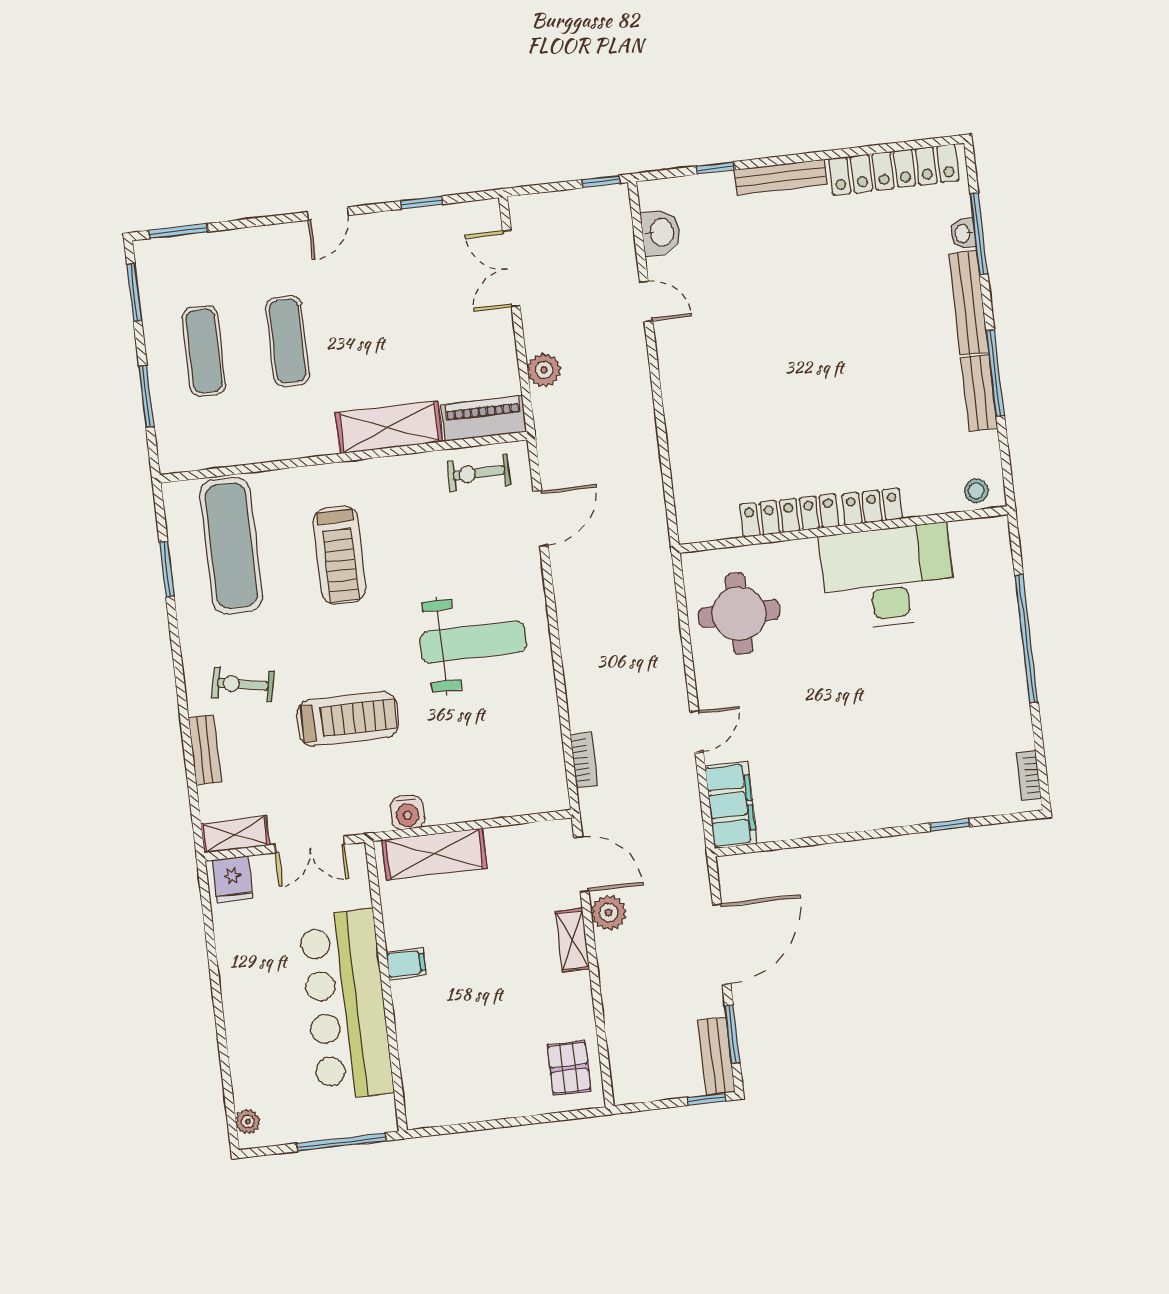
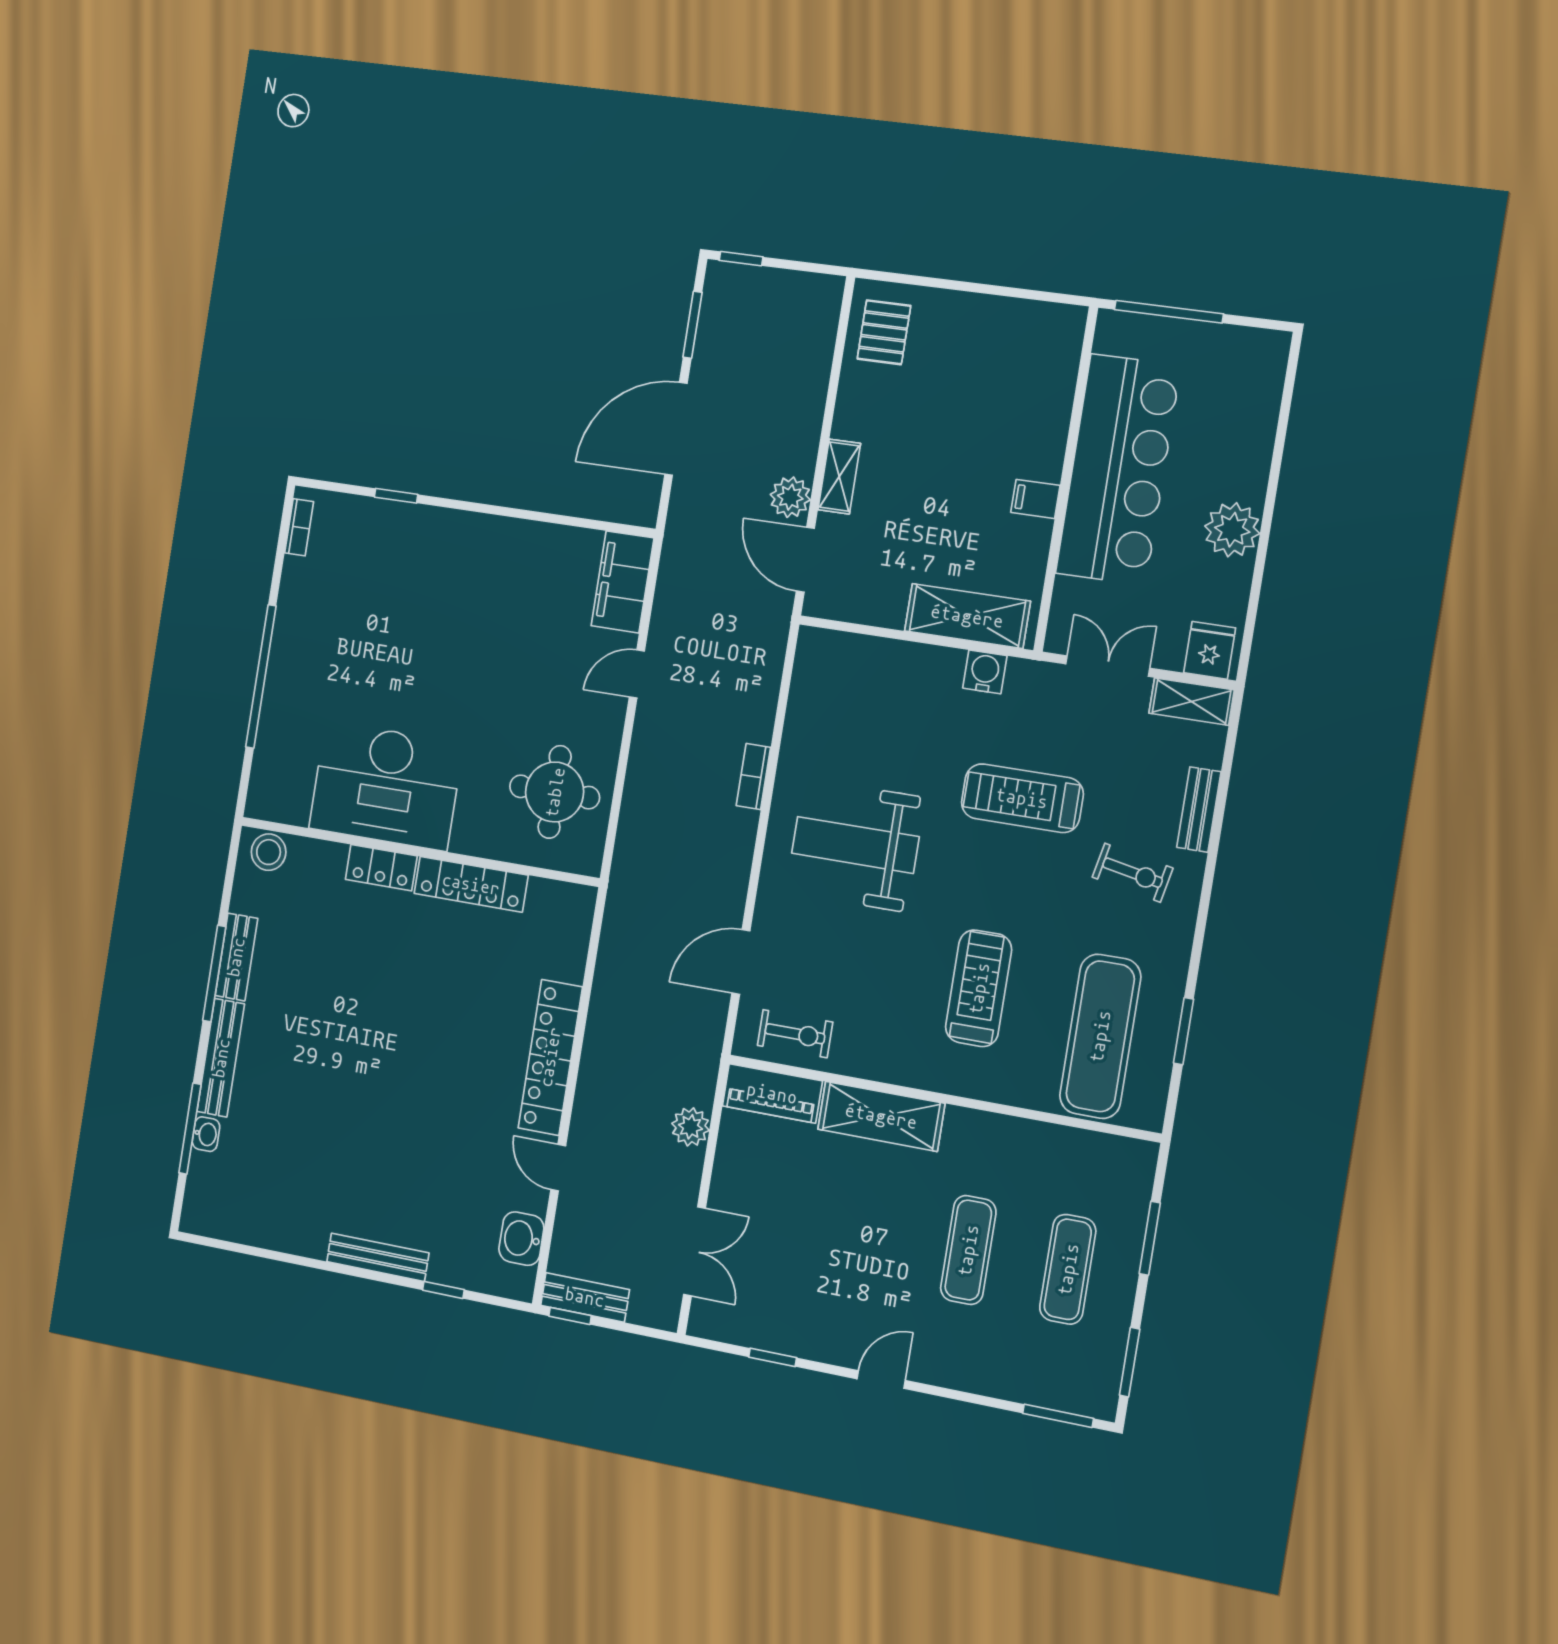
locker: (894, 170) -> (550, 1057), moved, turned -90
stool: (976, 491) -> (269, 852), width x1.37, depth x1.37
bookcase: (584, 760) -> (753, 776), moved
bench: (716, 1056) -> (585, 1297), moved, turned 90
plant: (248, 1121) -> (1232, 530), moved, width x1.88, depth x1.88

